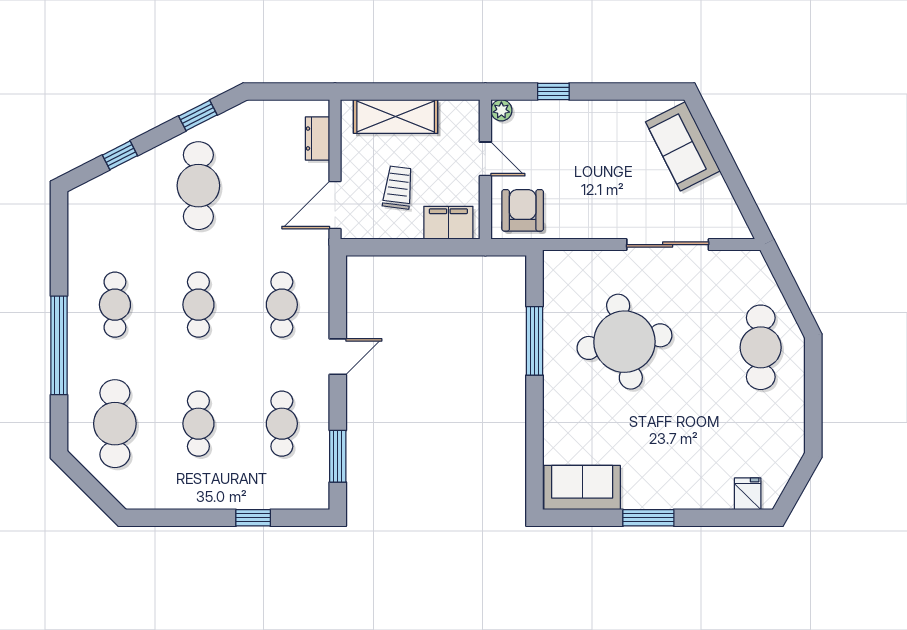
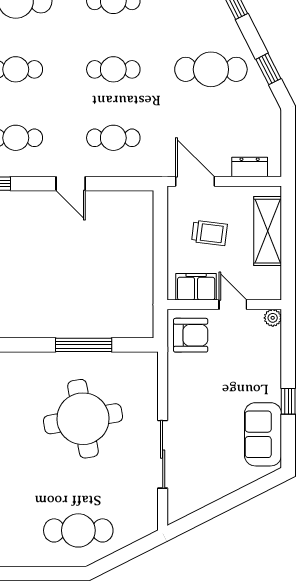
window: (553, 91) -> (288, 401), moved
sofa: (683, 146) -> (263, 434), moved, turned -63
door: (485, 159) -> (233, 305), swing flipped
filing cabinet: (448, 223) -> (196, 287), moved, turned -90

